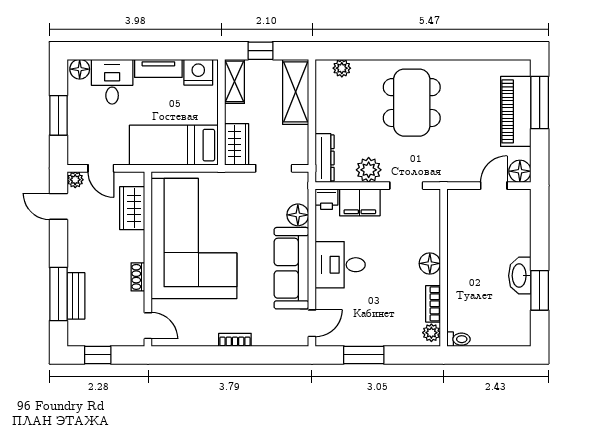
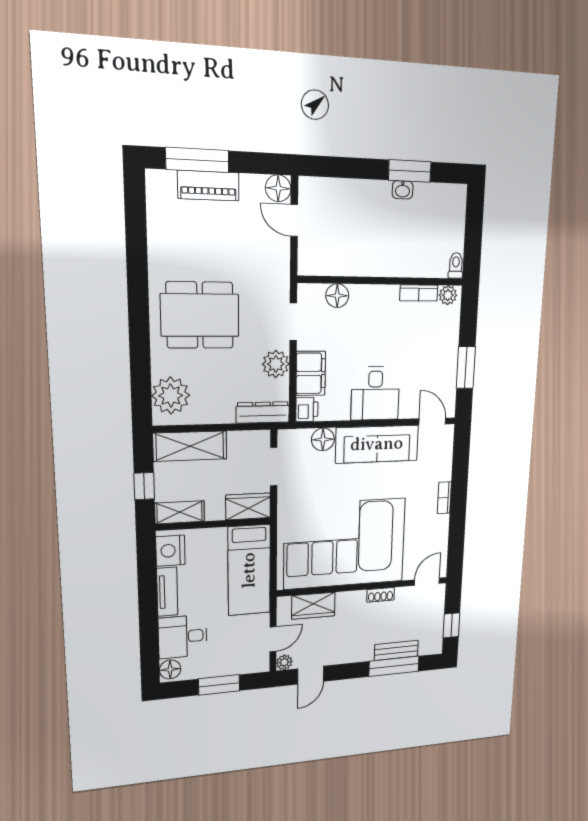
plant: (342, 68) -> (171, 396), width x1.87, depth x1.87
piano: (516, 111) -> (208, 186), width x0.73, depth x0.75
floor lamp: (430, 263) -> (337, 296), moved
washbasin: (520, 276) -> (403, 190), width x0.52, depth x0.69

